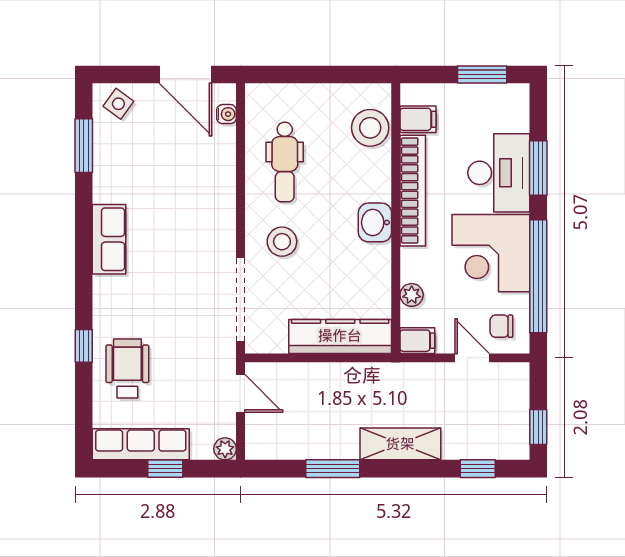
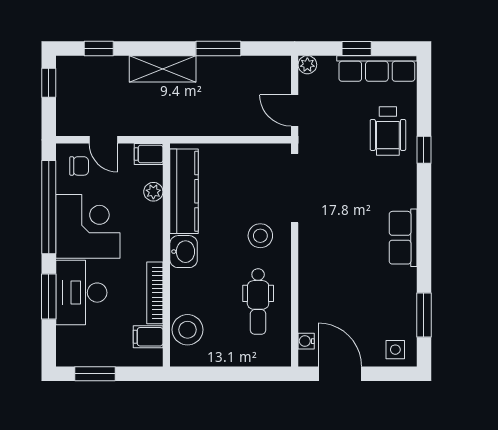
side table: (118, 104) -> (395, 350), turned -36
dental chair: (285, 162) -> (258, 302), turned 180
bookcase: (413, 191) -> (155, 293), width x0.68, depth x0.76
kitchen counter: (340, 336) -> (184, 191), moved, turned -90

